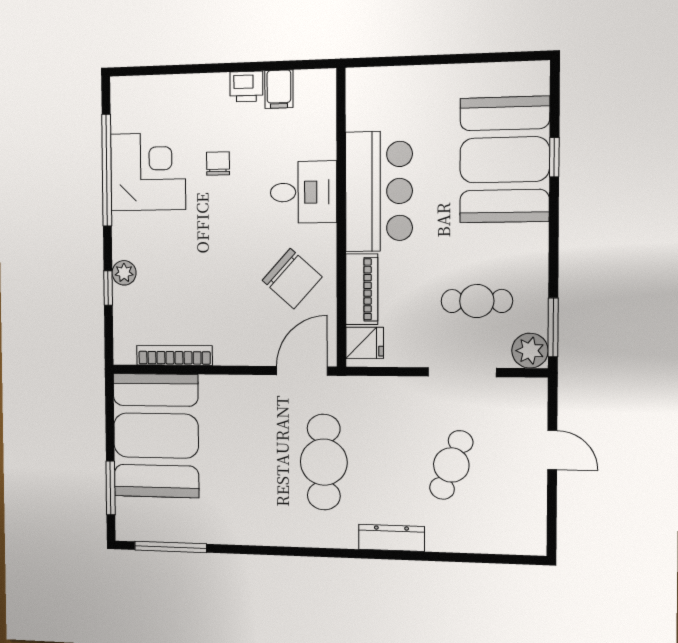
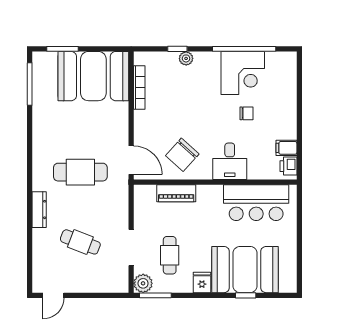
printer: (246, 86) -> (288, 166), moved
bar counter: (379, 191) -> (256, 203), moved
fridge: (365, 343) -> (202, 283), moved, turned 180
door: (552, 450) -> (53, 295), moved

